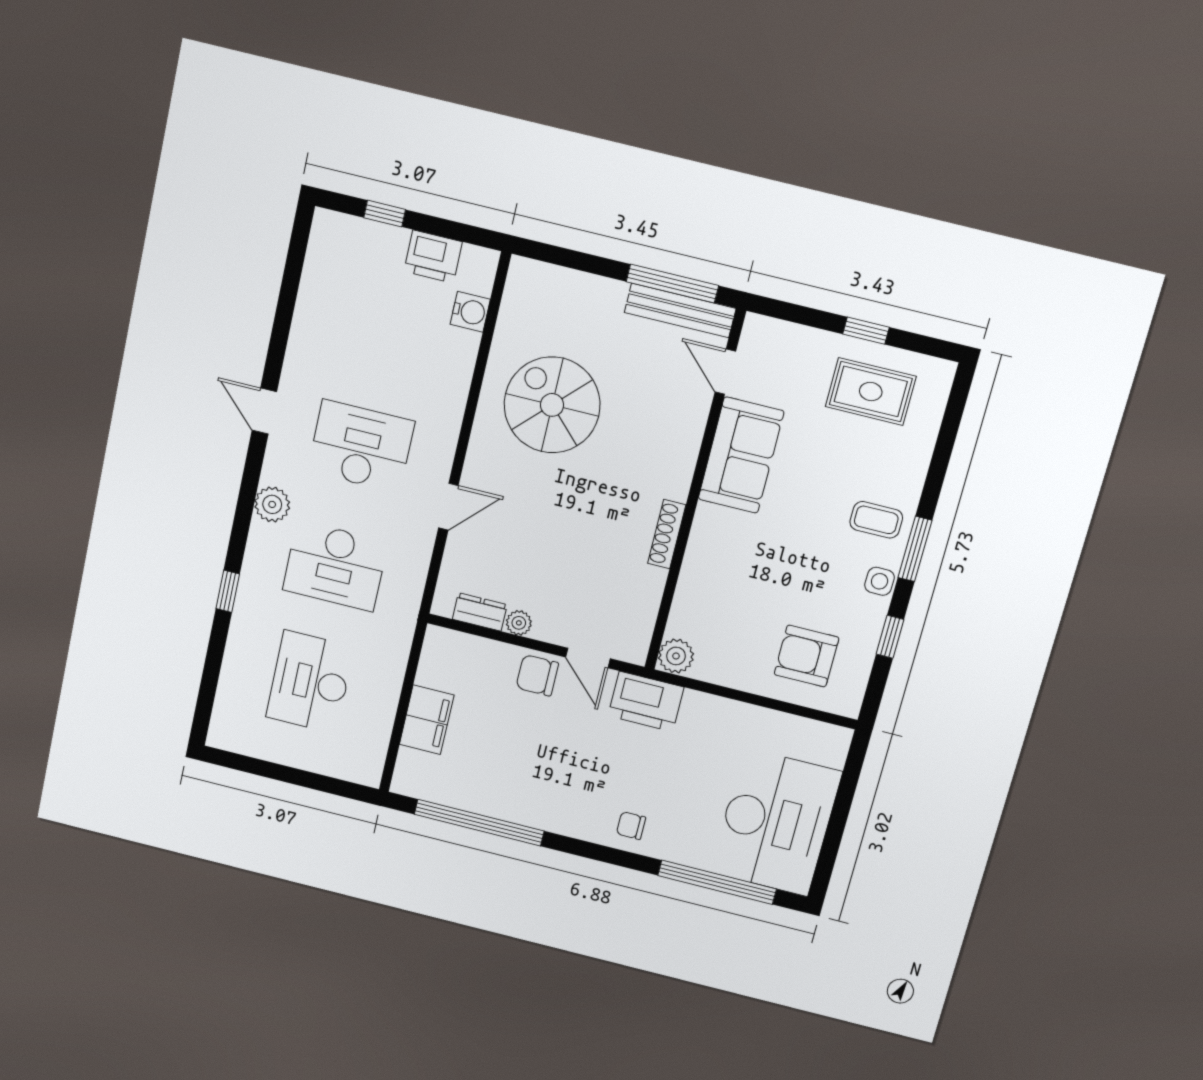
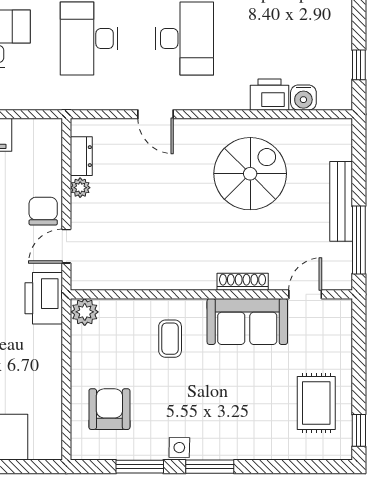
window: (385, 214) -> (359, 65), moved
printer: (433, 257) -> (270, 95), moved, turned 90
bench: (680, 310) -> (341, 201), moved
window: (866, 331) -> (359, 430), moved
coffee table: (876, 520) -> (170, 339), moved
shoe rack: (667, 534) -> (243, 282), moved
window: (890, 637) -> (140, 467), width x1.50

